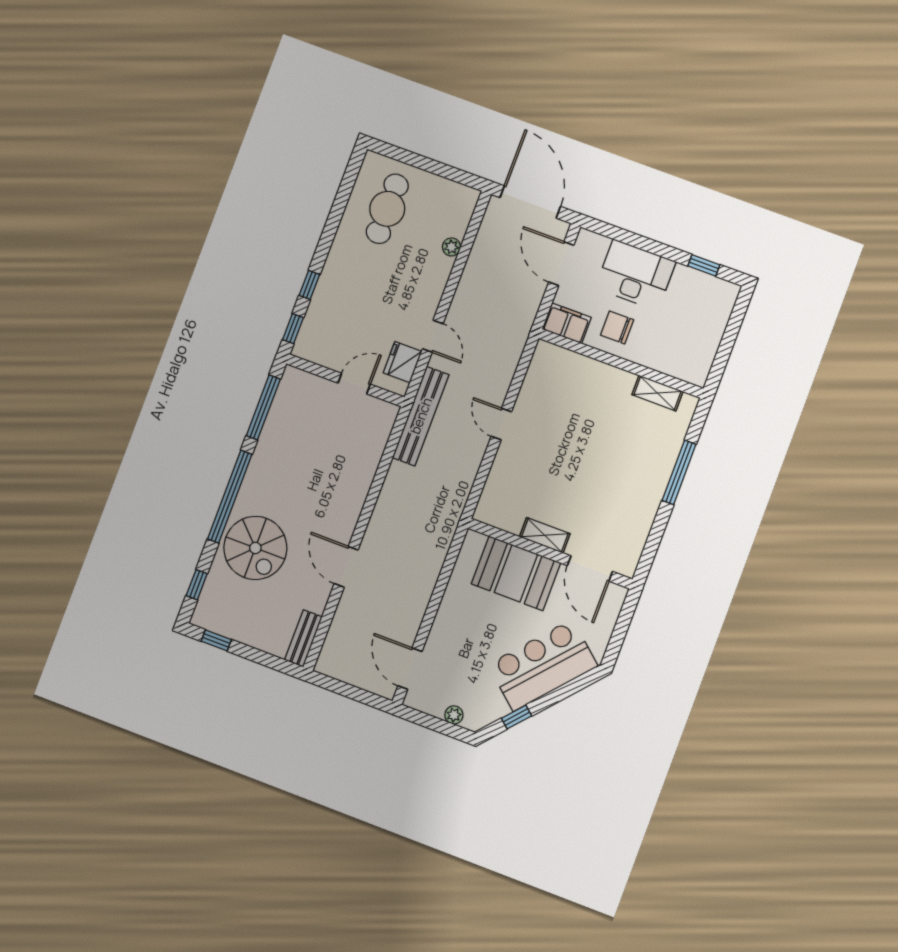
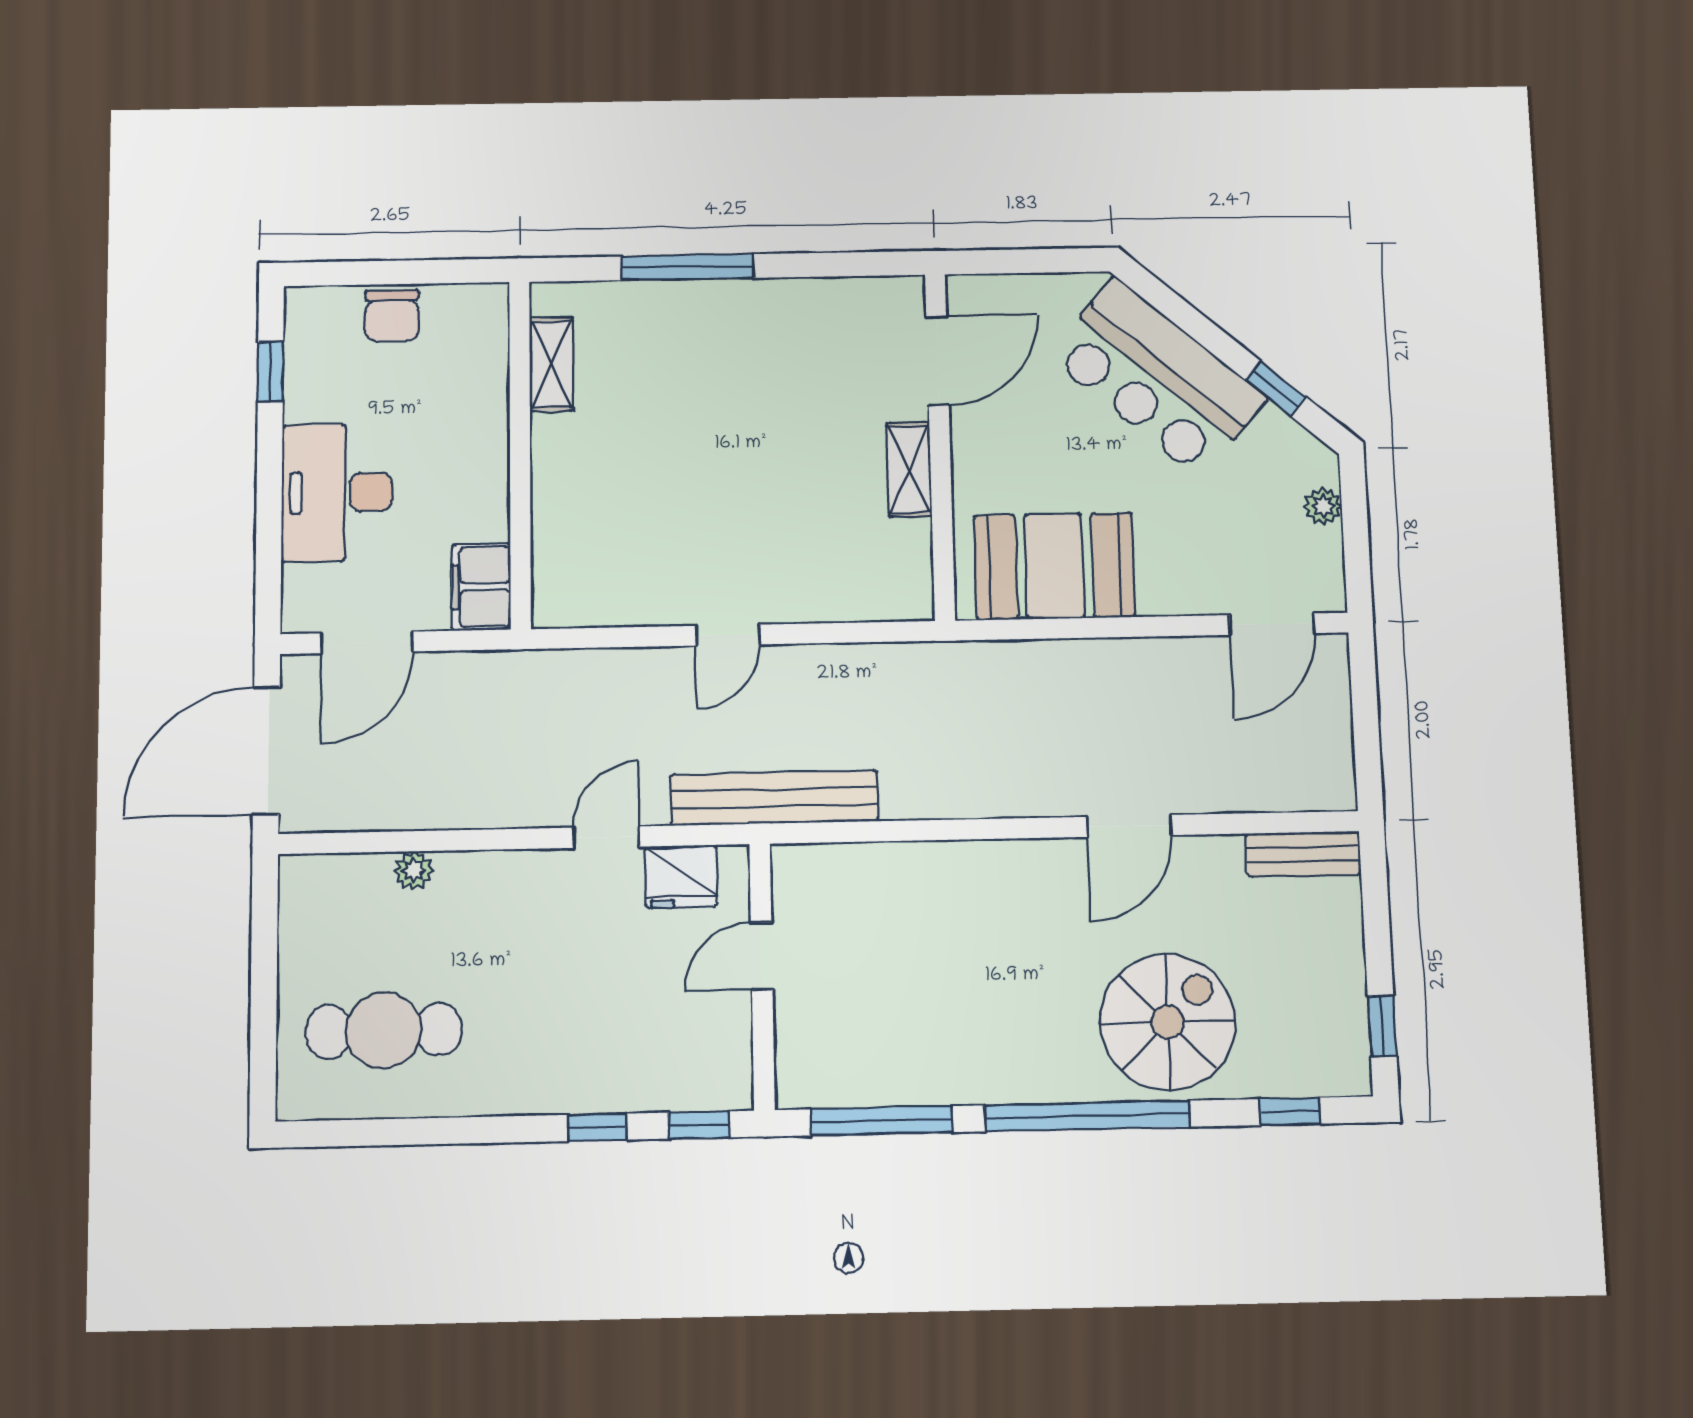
chair: (617, 327) -> (392, 316), moved
door: (354, 384) -> (762, 956), hinge flipped
booth: (516, 573) -> (1054, 566), moved, turned 90

